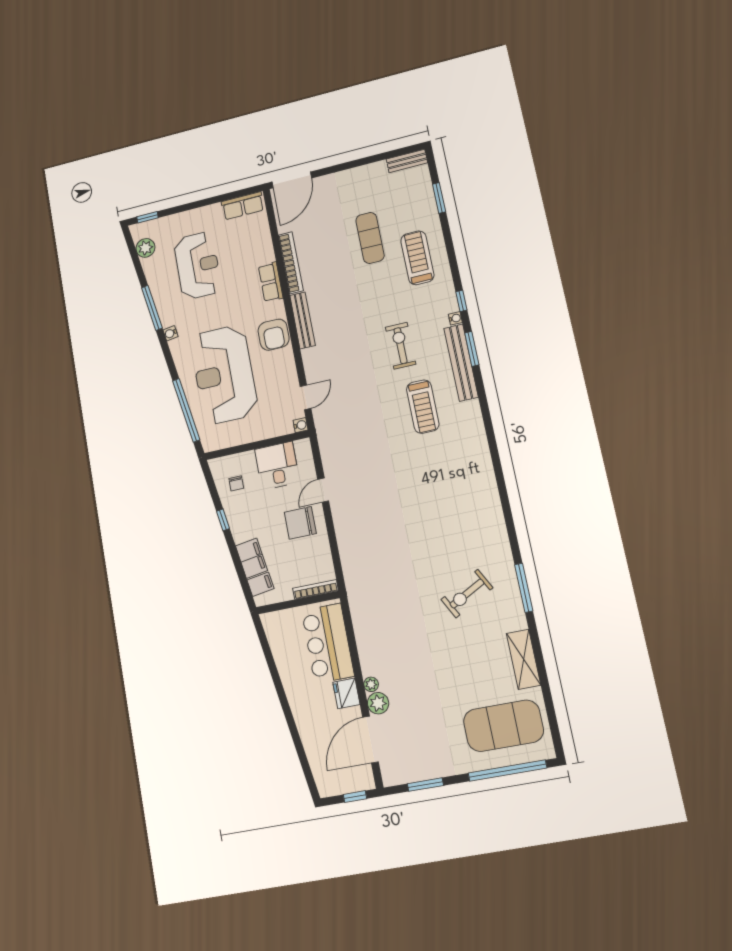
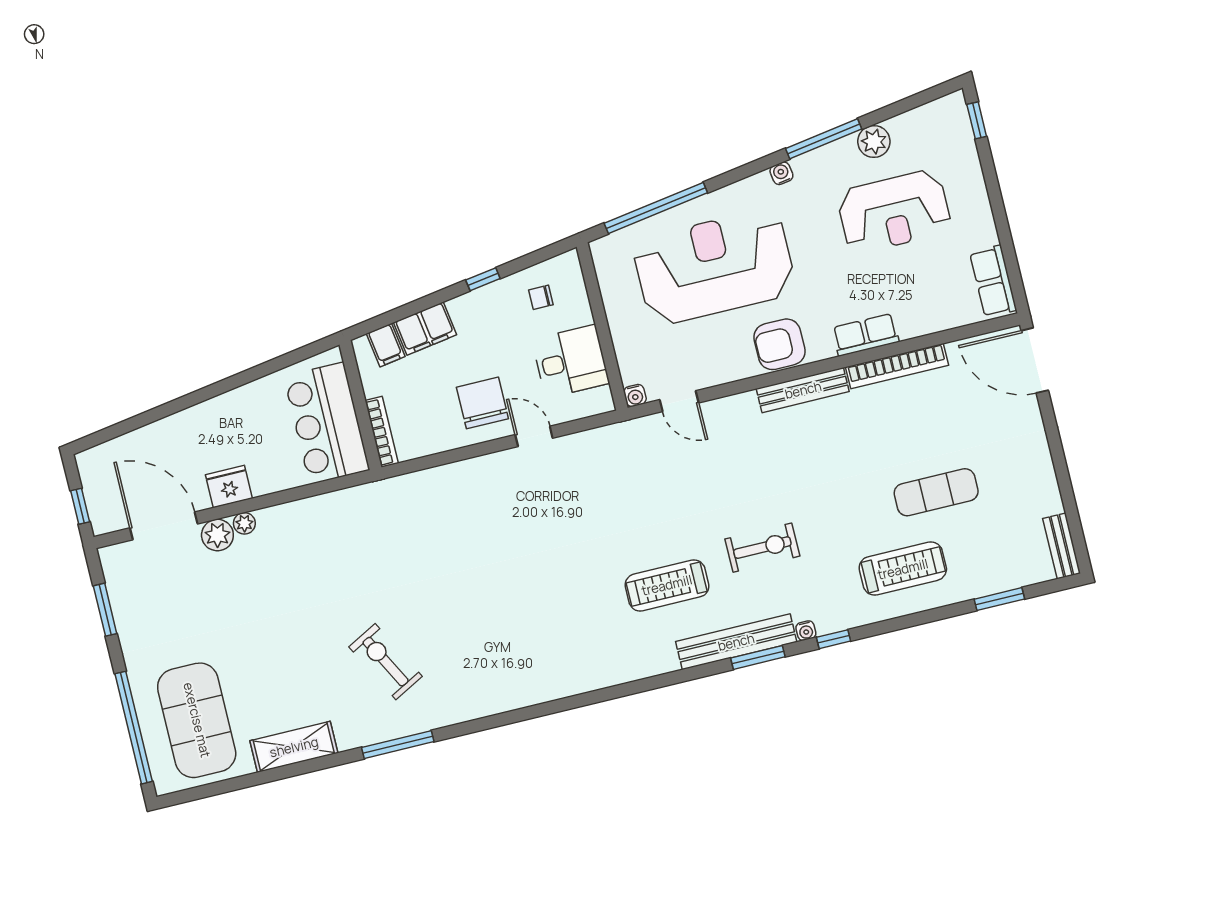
plant: (145, 248) -> (874, 142), moved
bar counter: (328, 643) -> (327, 423), moved, turned -90

